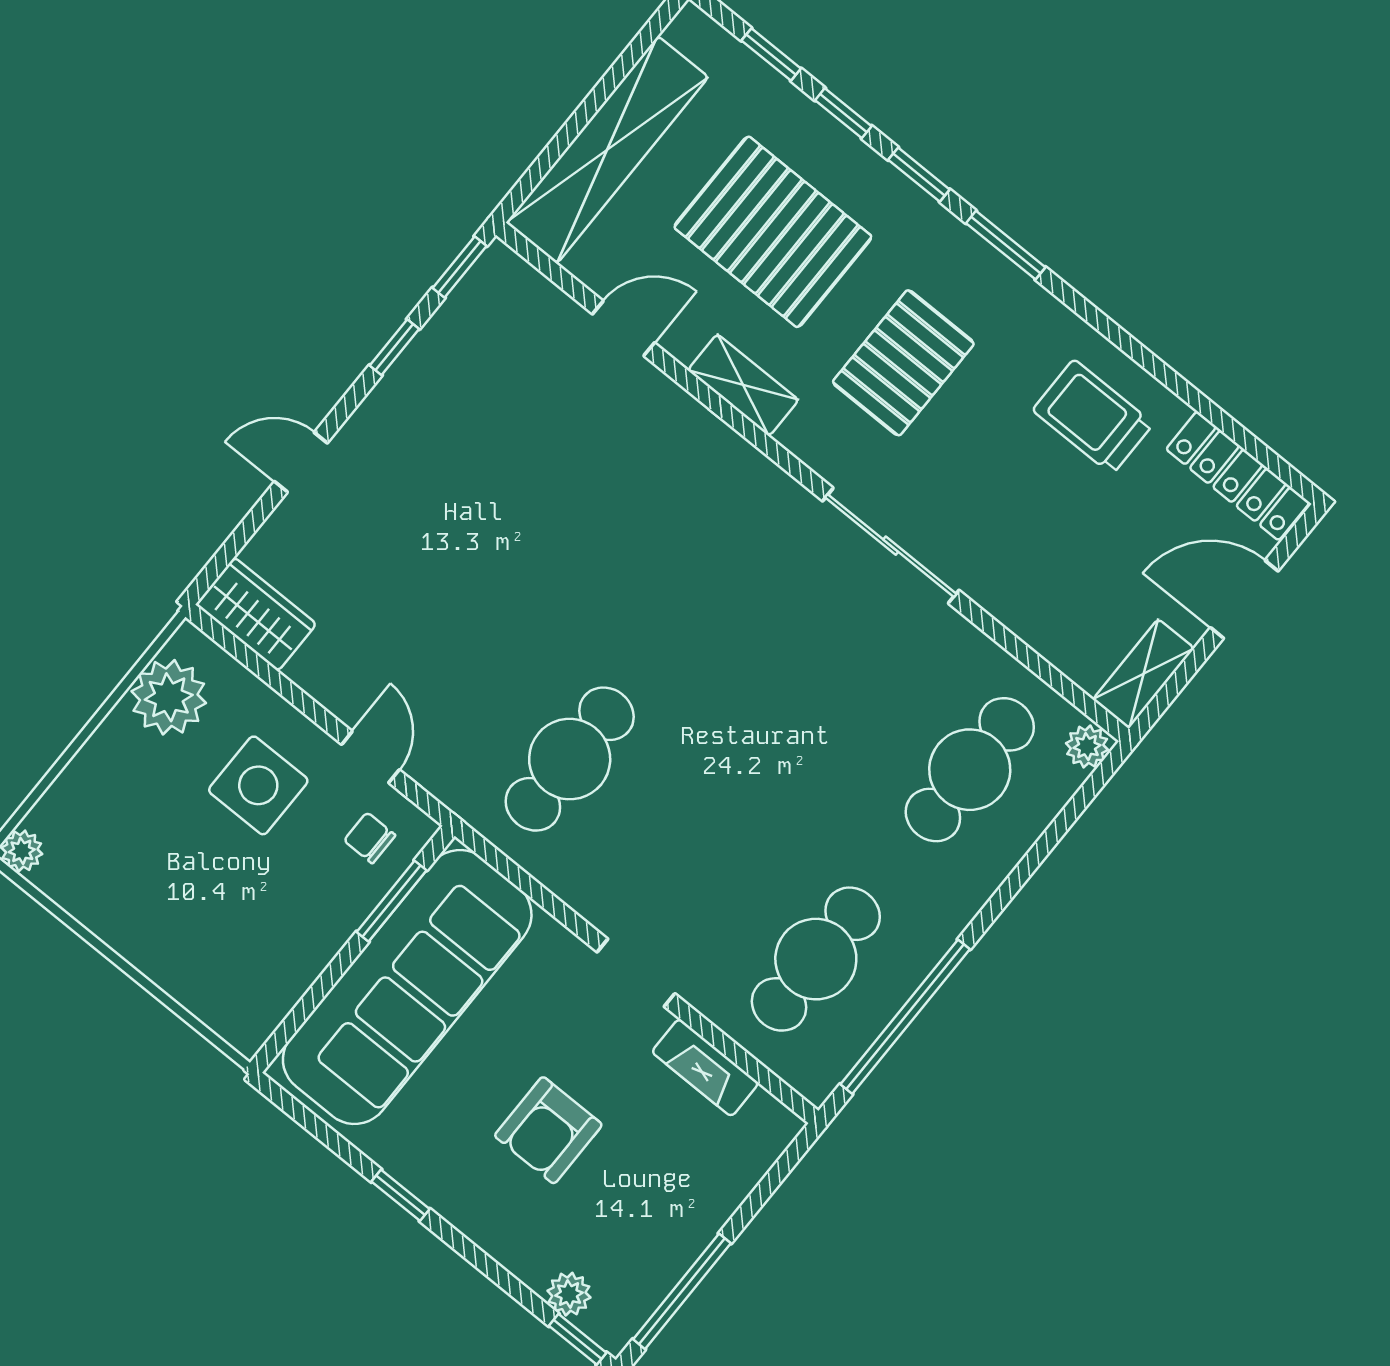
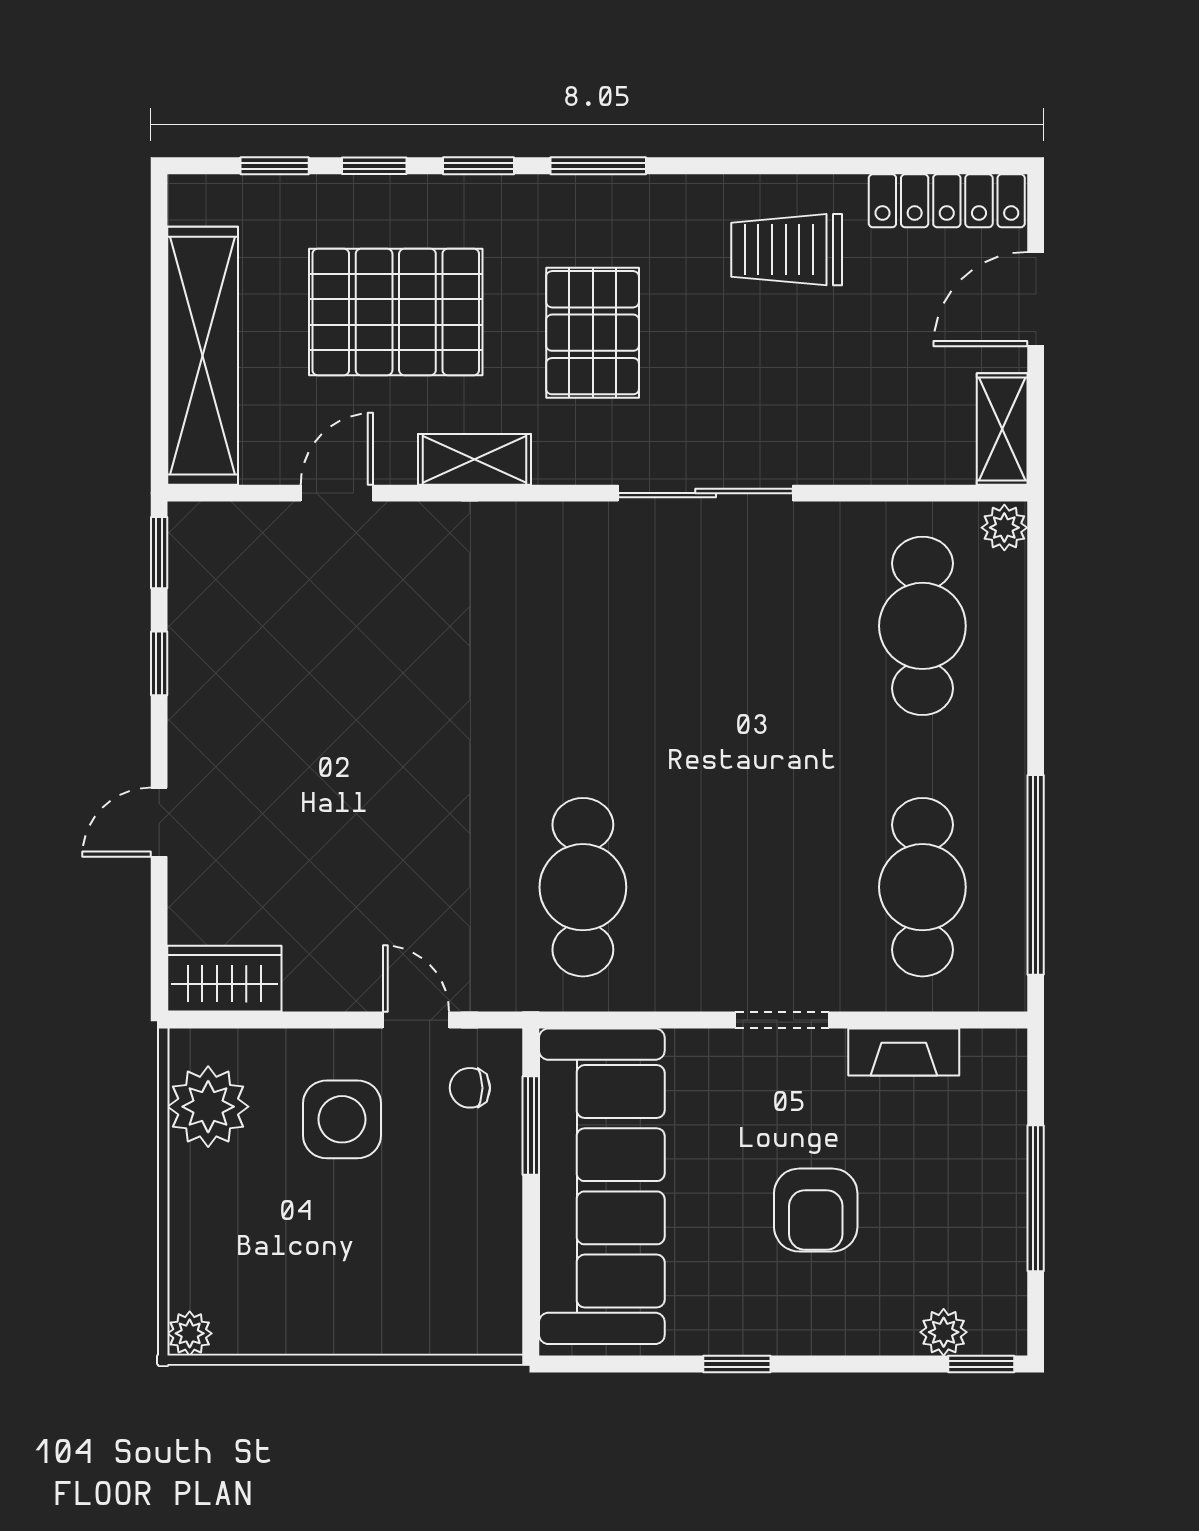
window: (682, 1291) -> (1036, 1198), moved

